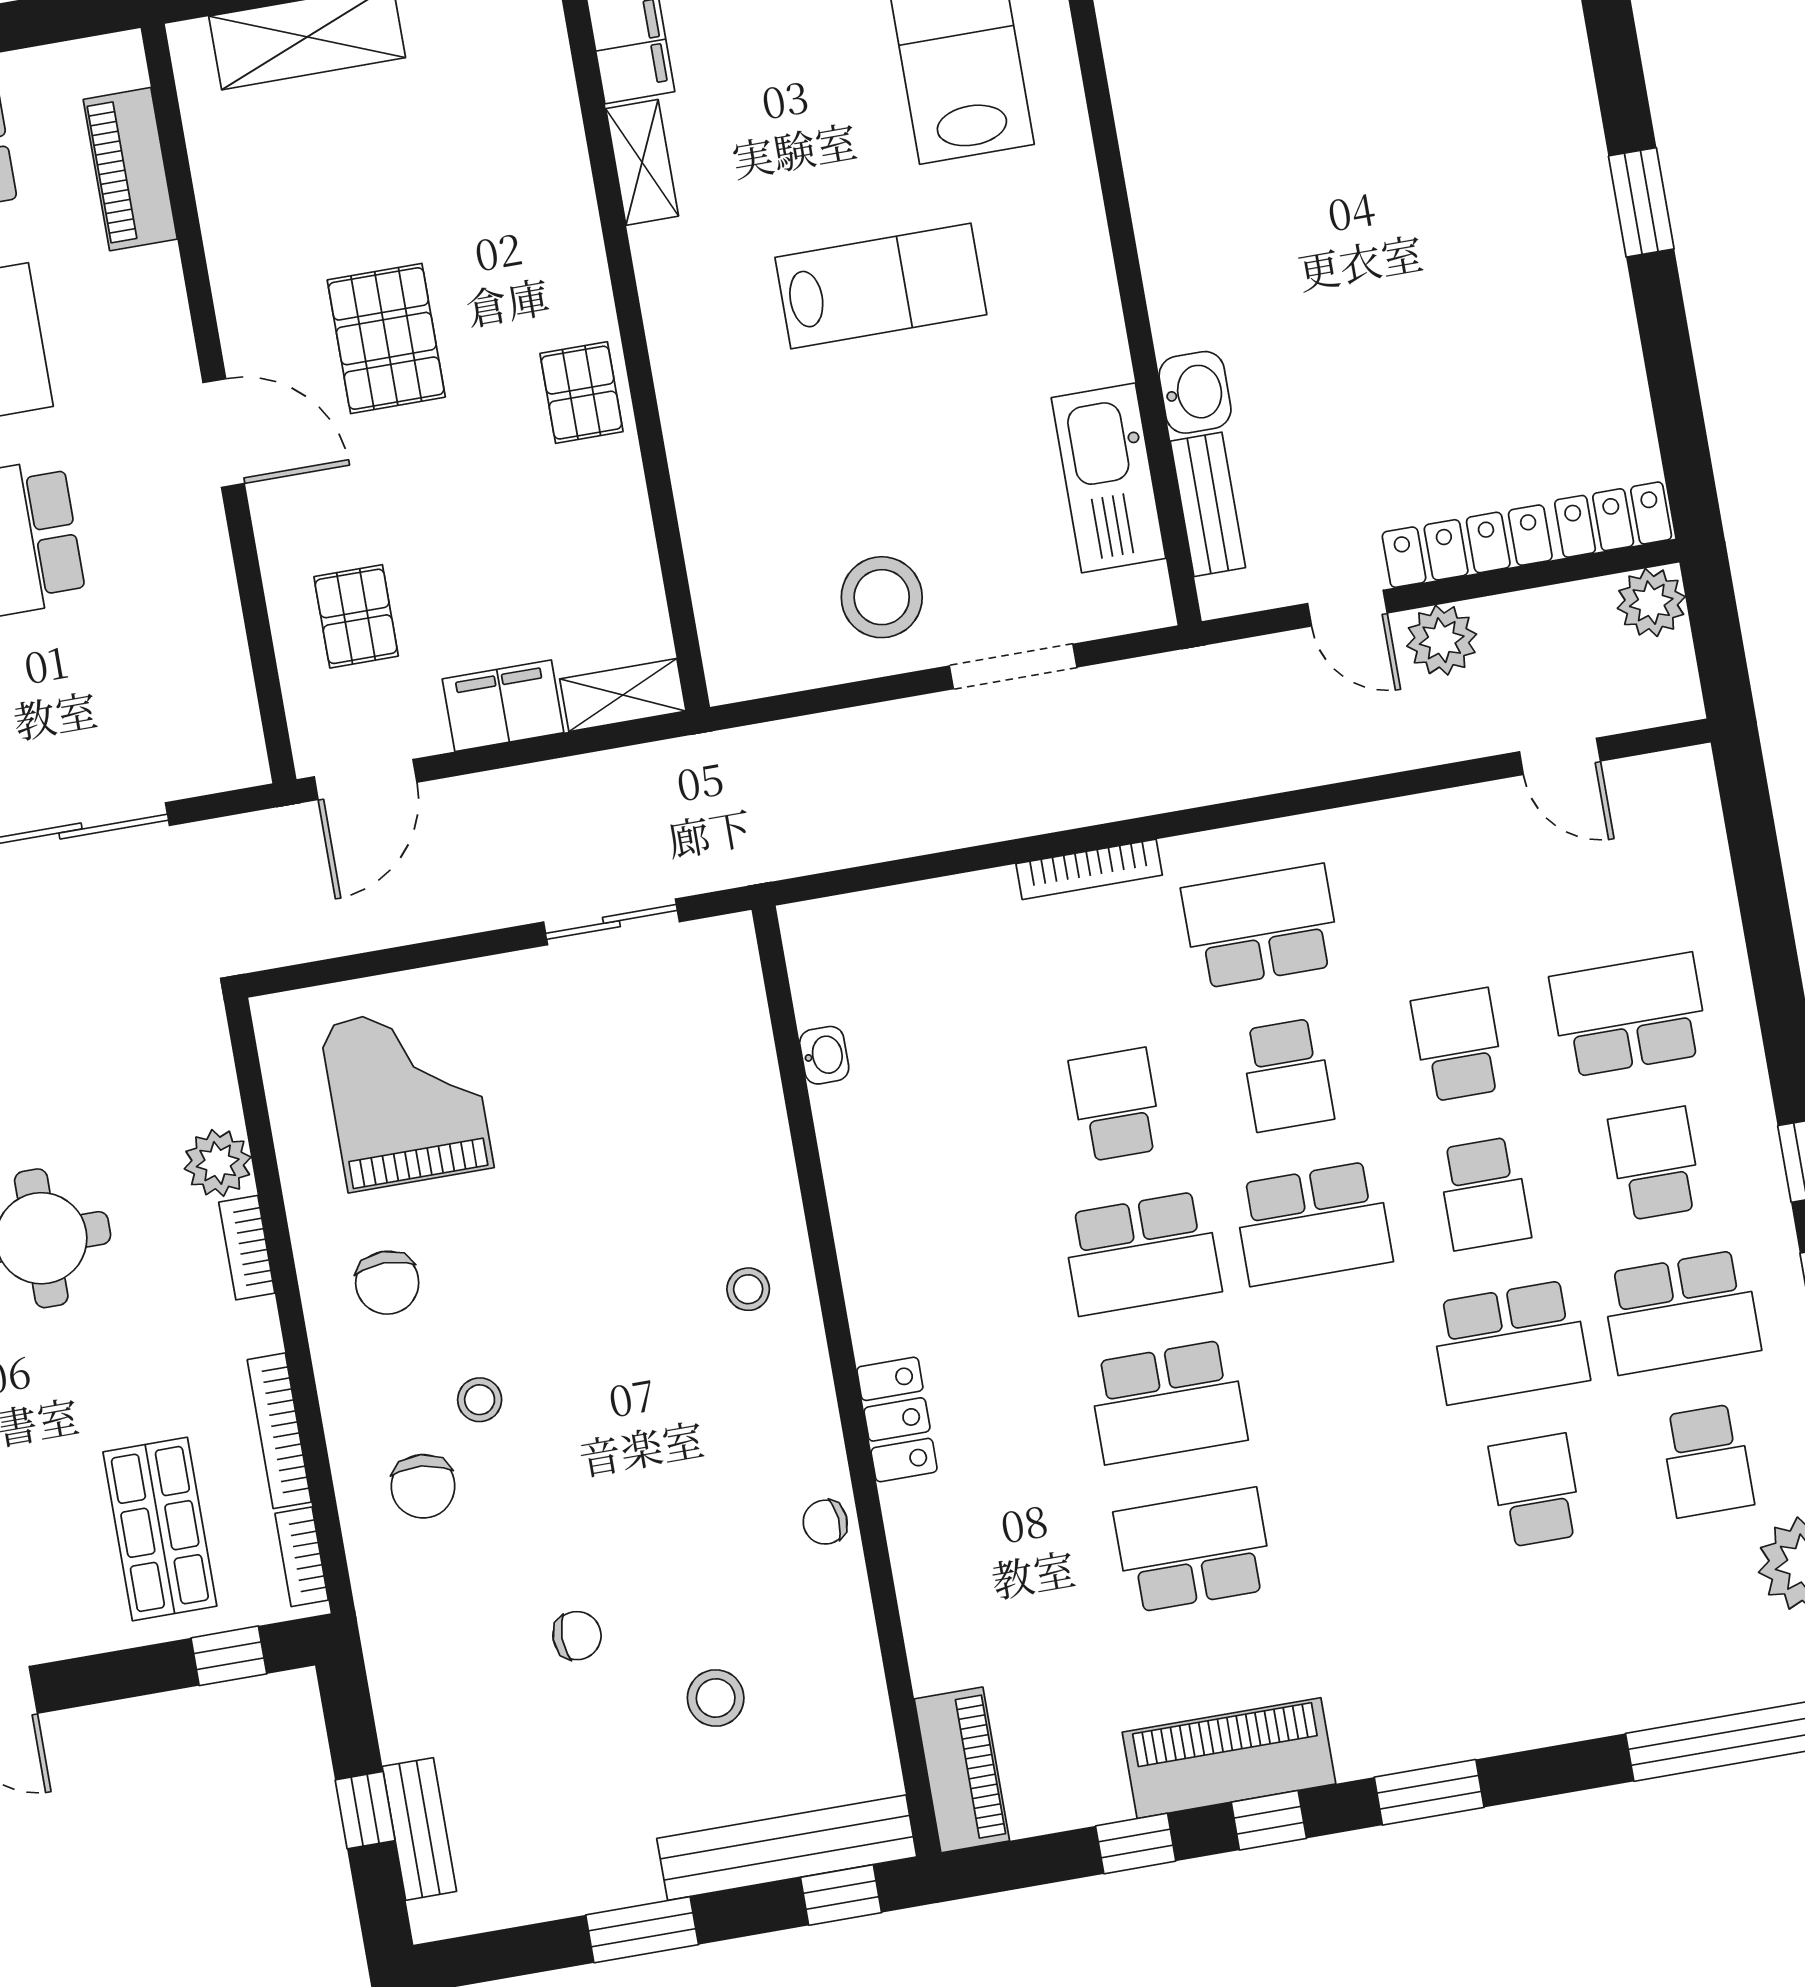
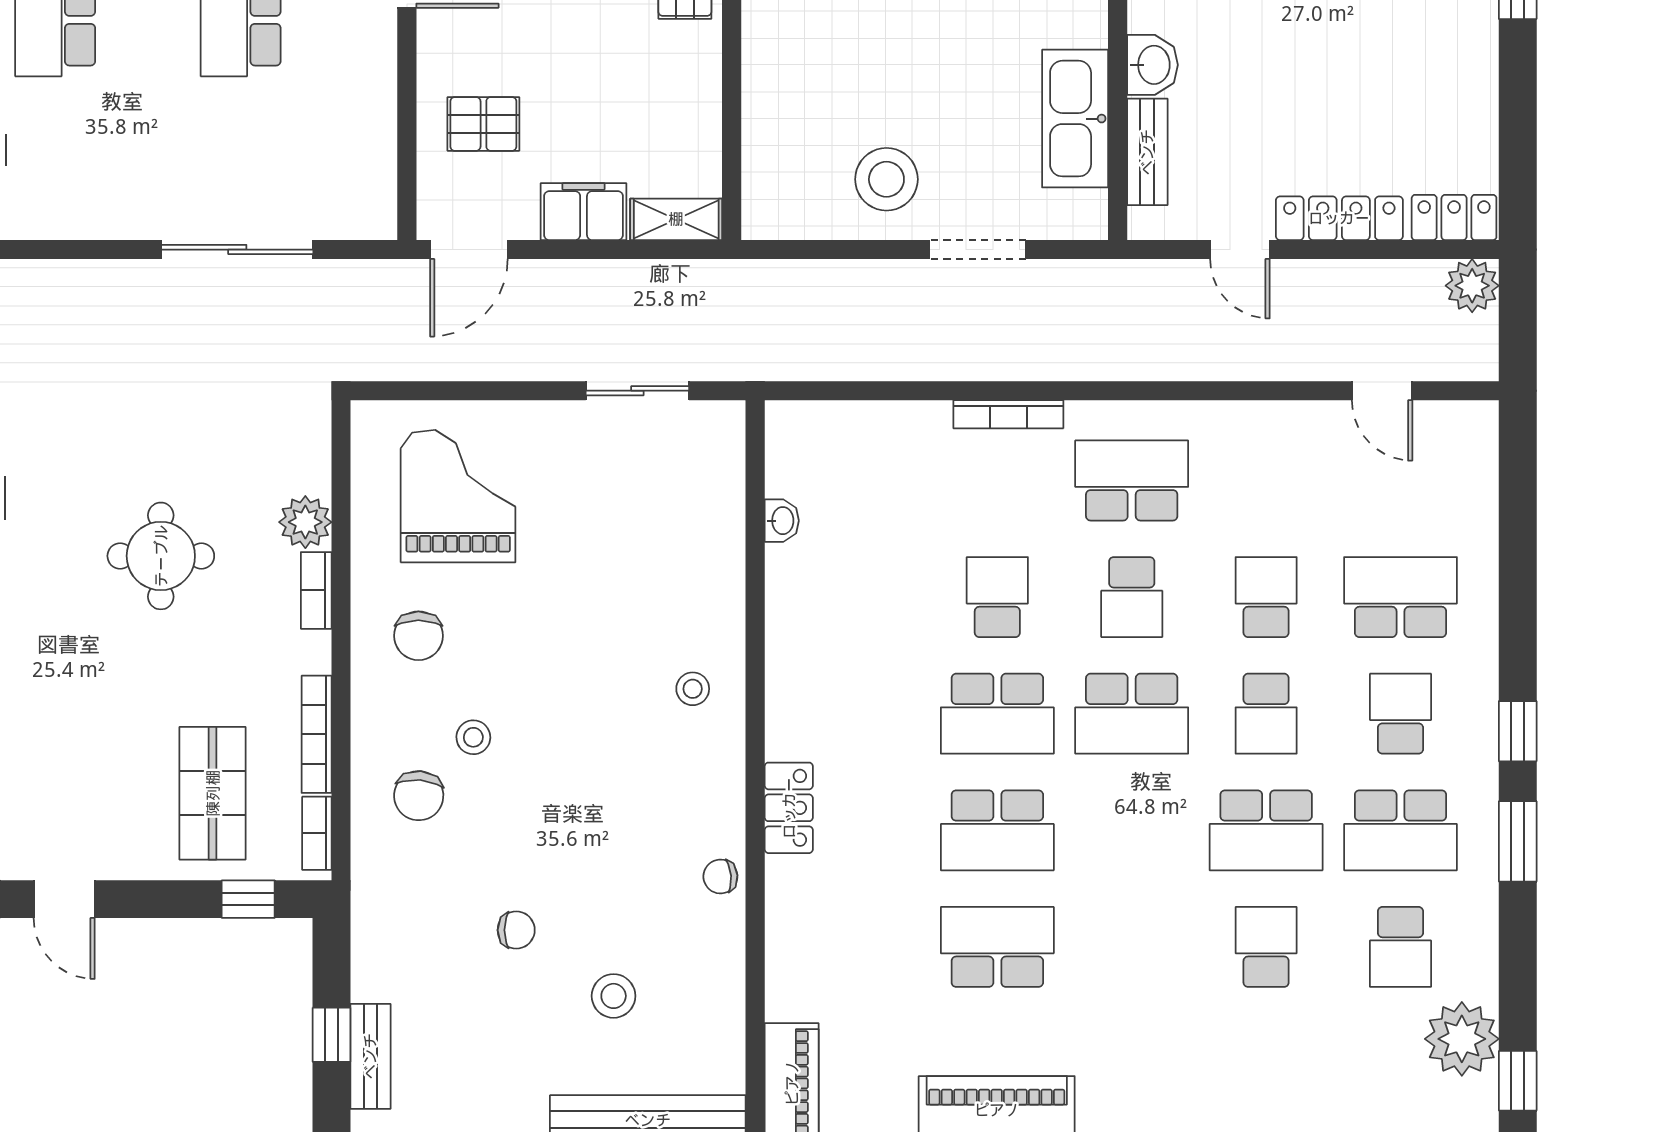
pallet: (356, 616) -> (483, 124), turned 90
plant: (1442, 640) -> (1307, 286), removed

